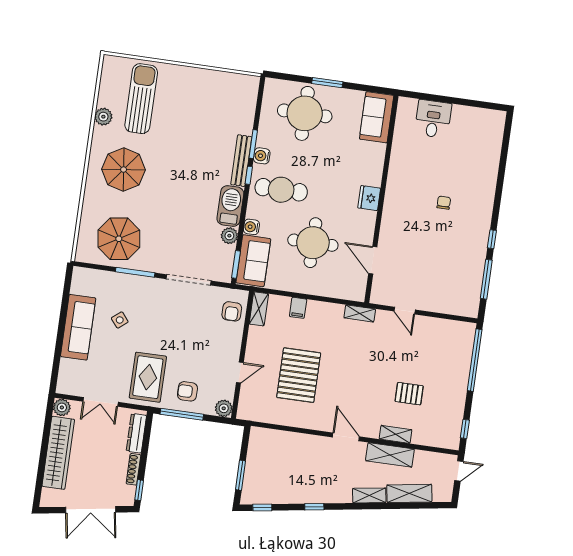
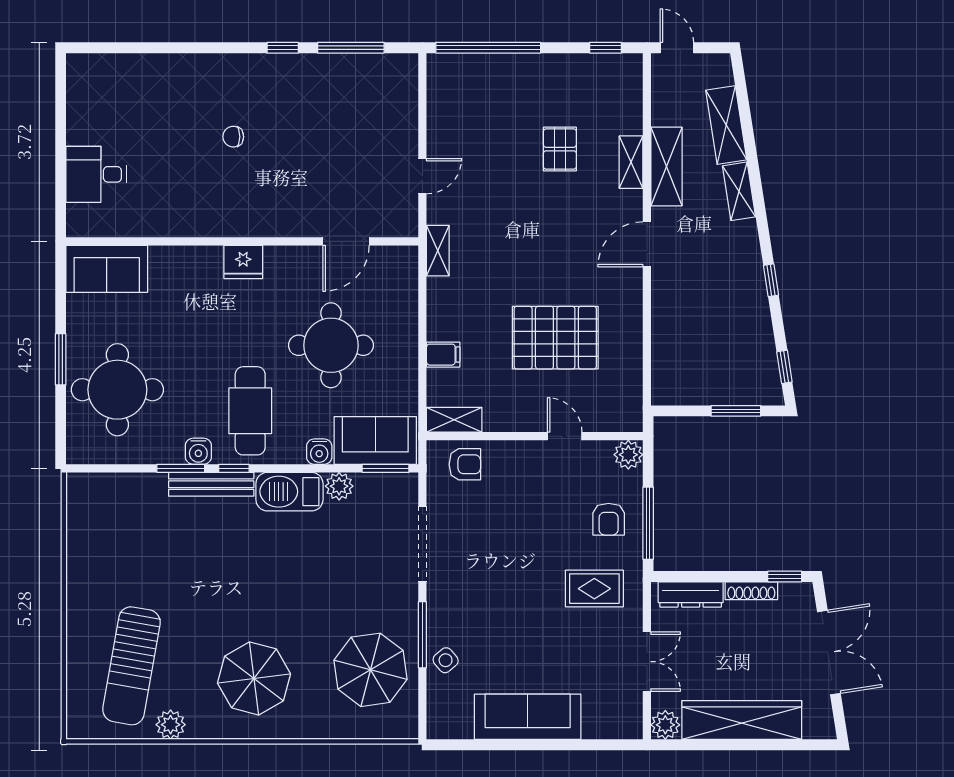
sun lounger: (141, 99) -> (131, 666), turned -80
side table: (120, 320) -> (446, 660), moved
rug: (148, 377) -> (594, 589), width x0.73, depth x0.70

